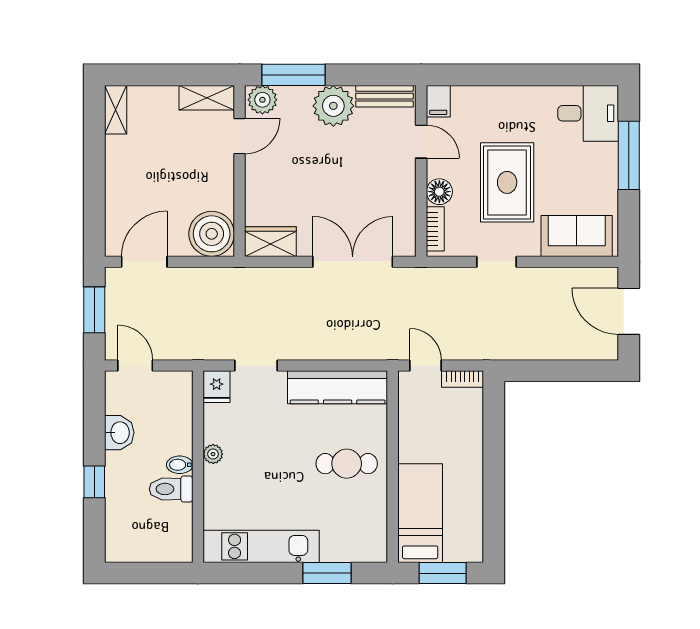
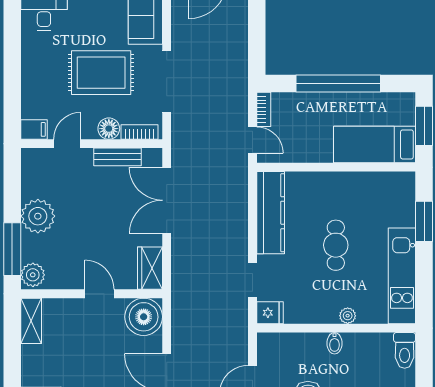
bench: (385, 96) -> (118, 157), moved, turned 90
door: (240, 136) -> (99, 294), moved
doorway: (496, 262) -> (167, 81), width x1.88
door: (426, 366) -> (252, 140), swing flipped
plant: (213, 454) -> (348, 316), moved
cafe table: (347, 464) -> (336, 245), moved
window: (494, 469) -> (338, 84), added
toilet: (171, 489) -> (405, 350), moved

